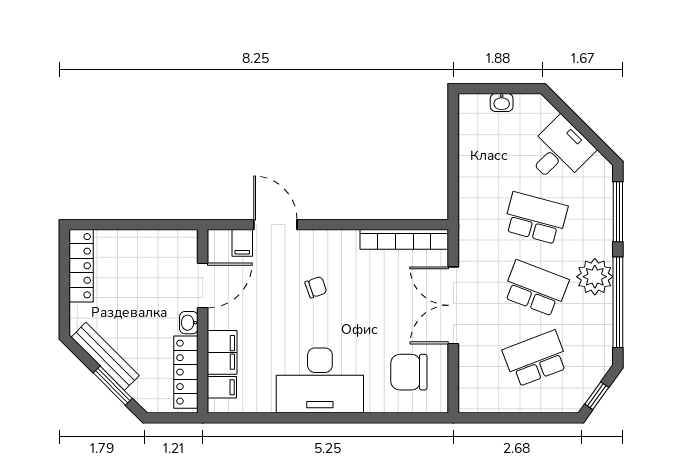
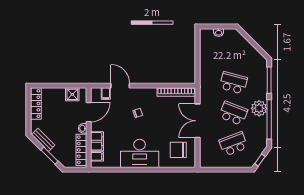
desk: (559, 151) -> (244, 54), removed
shower: (165, 244) -> (72, 94), added
bench: (105, 356) -> (43, 140), width x0.73

